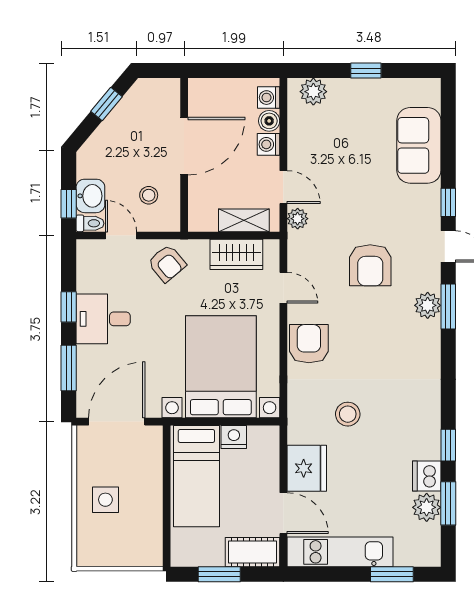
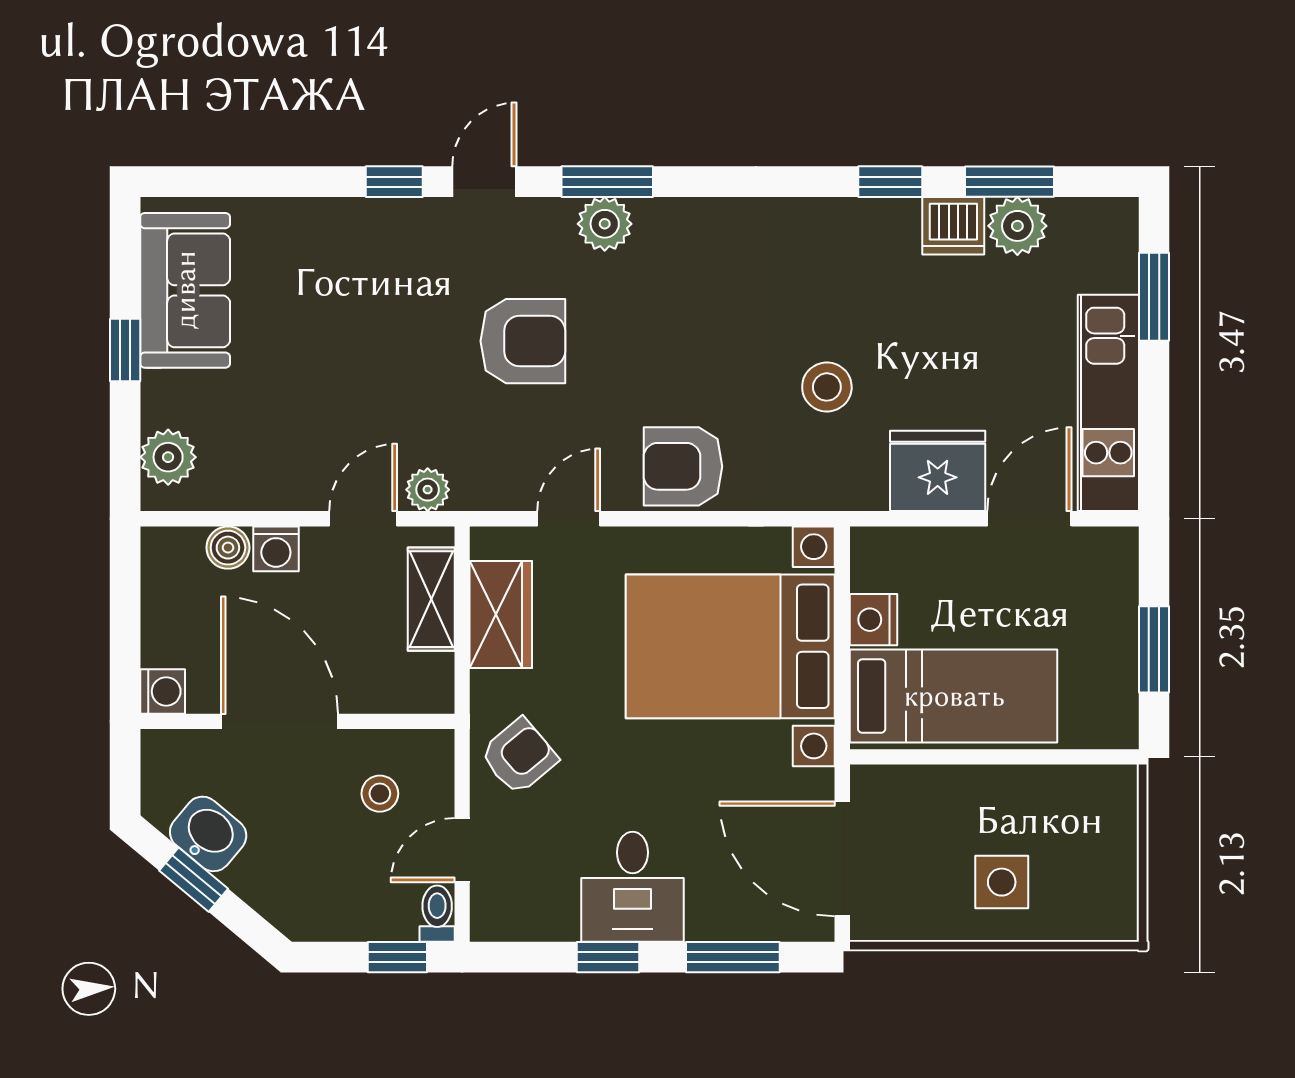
washing machine: (269, 98) -> (163, 691), moved, turned -90
sofa: (419, 145) -> (185, 290), moved, turned -90
washbasin: (90, 196) -> (208, 834), moved, turned 40
cot: (252, 552) -> (1109, 582), removed

